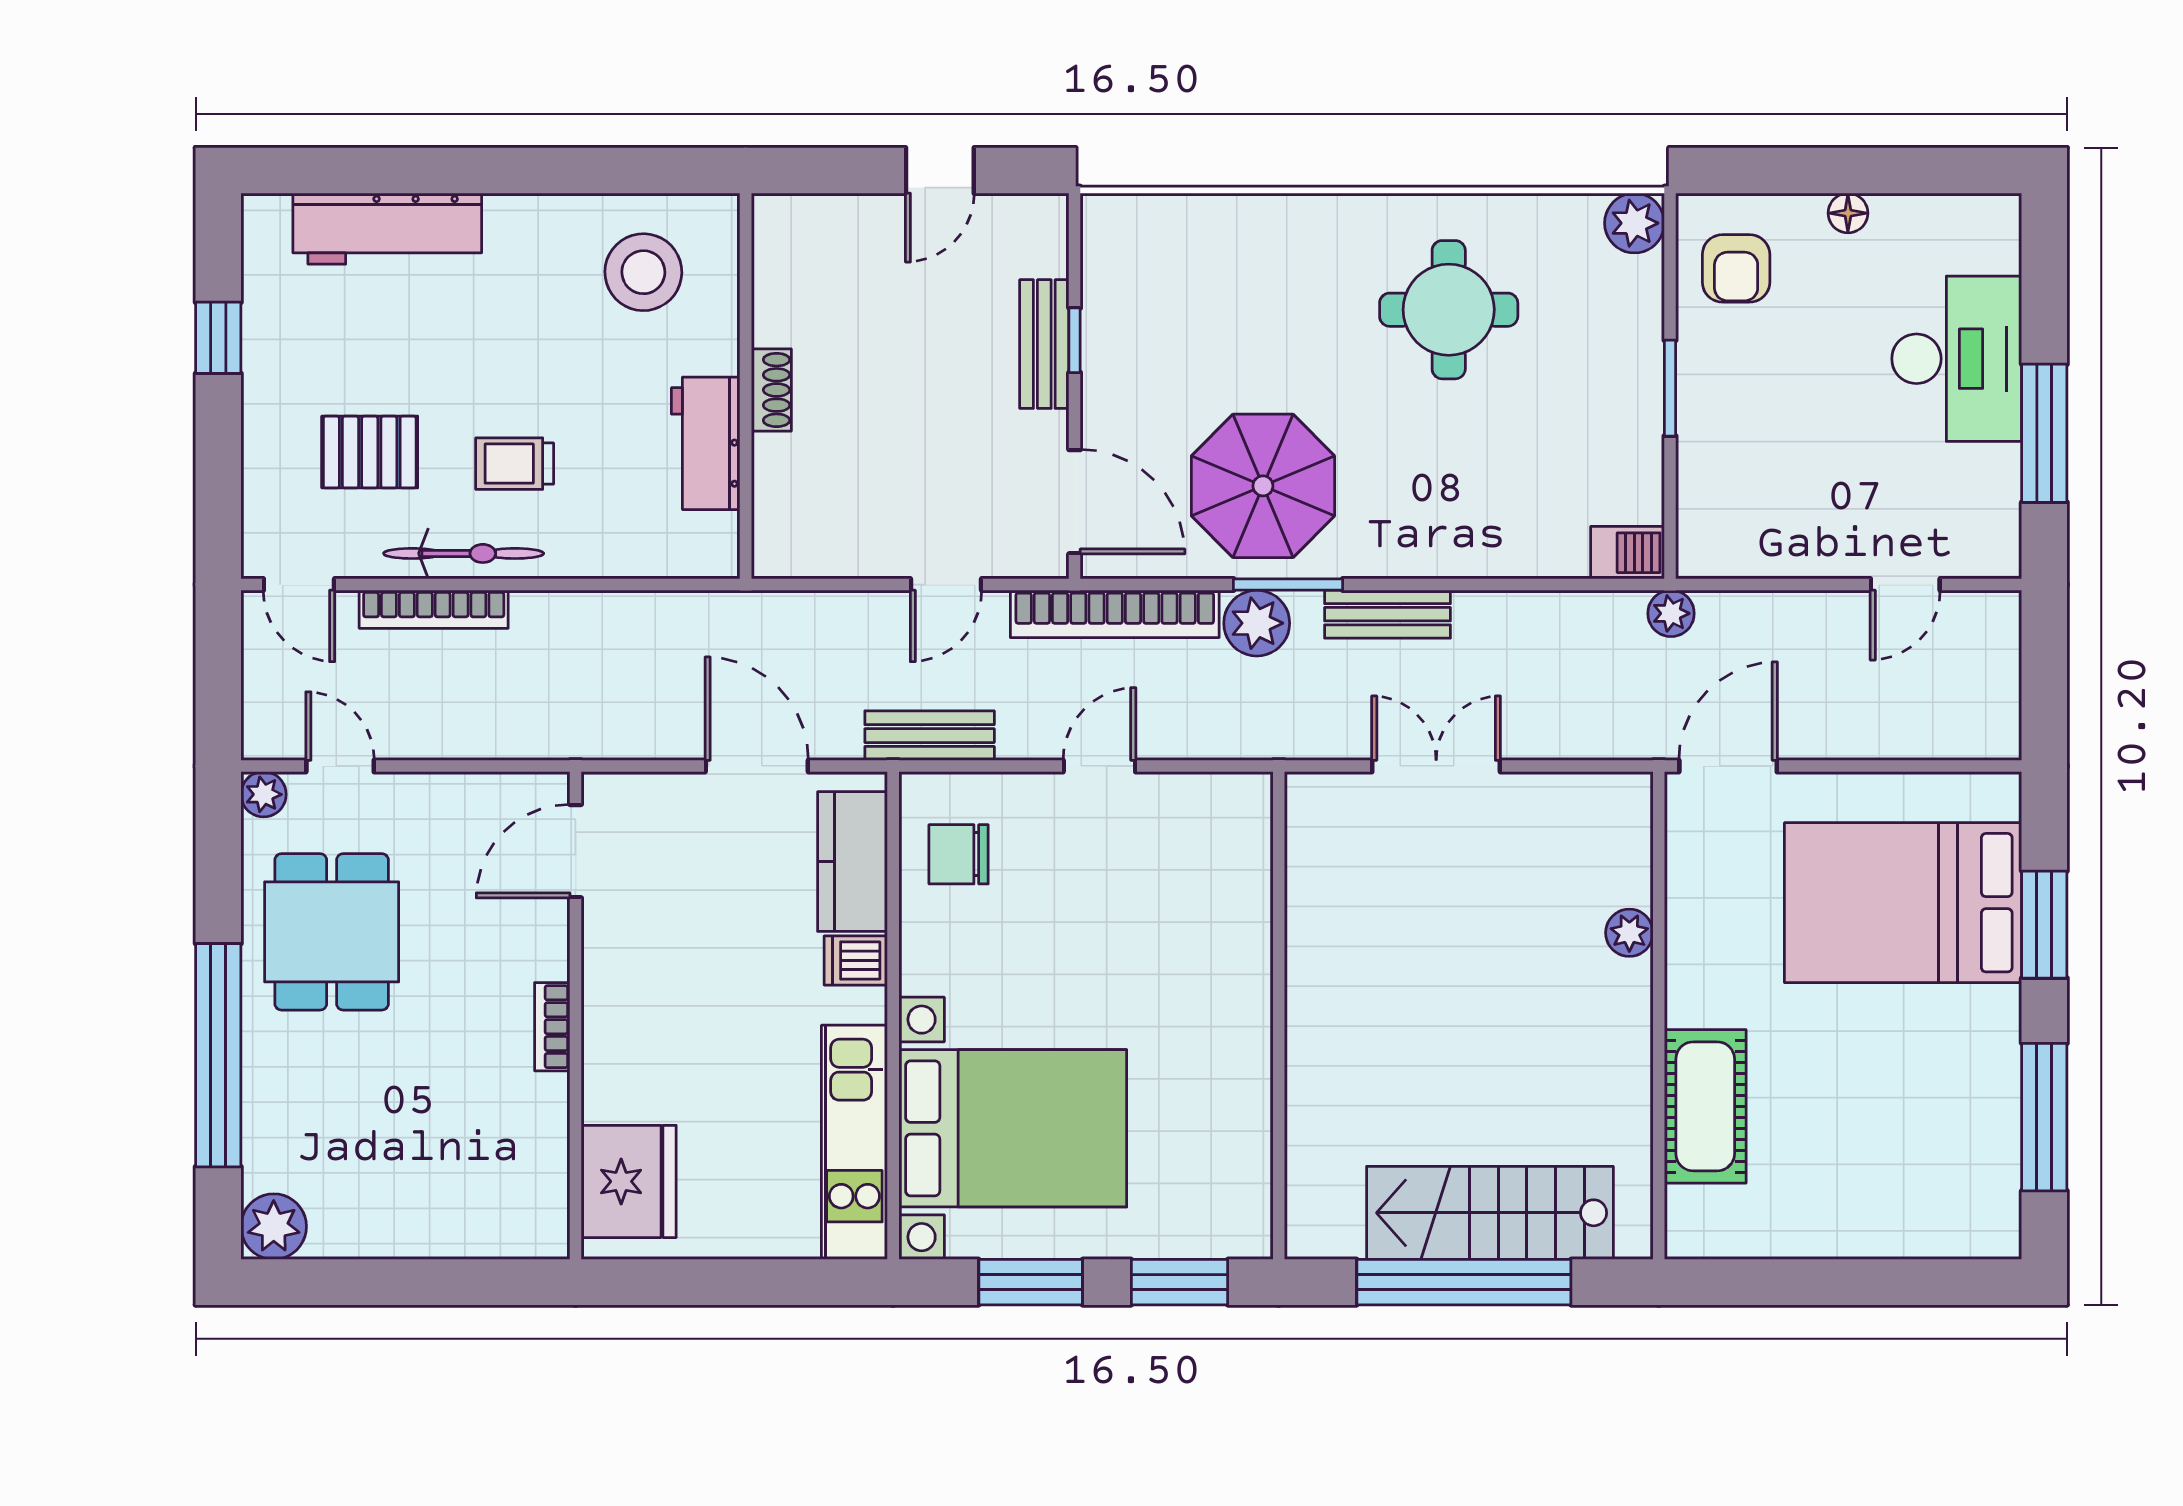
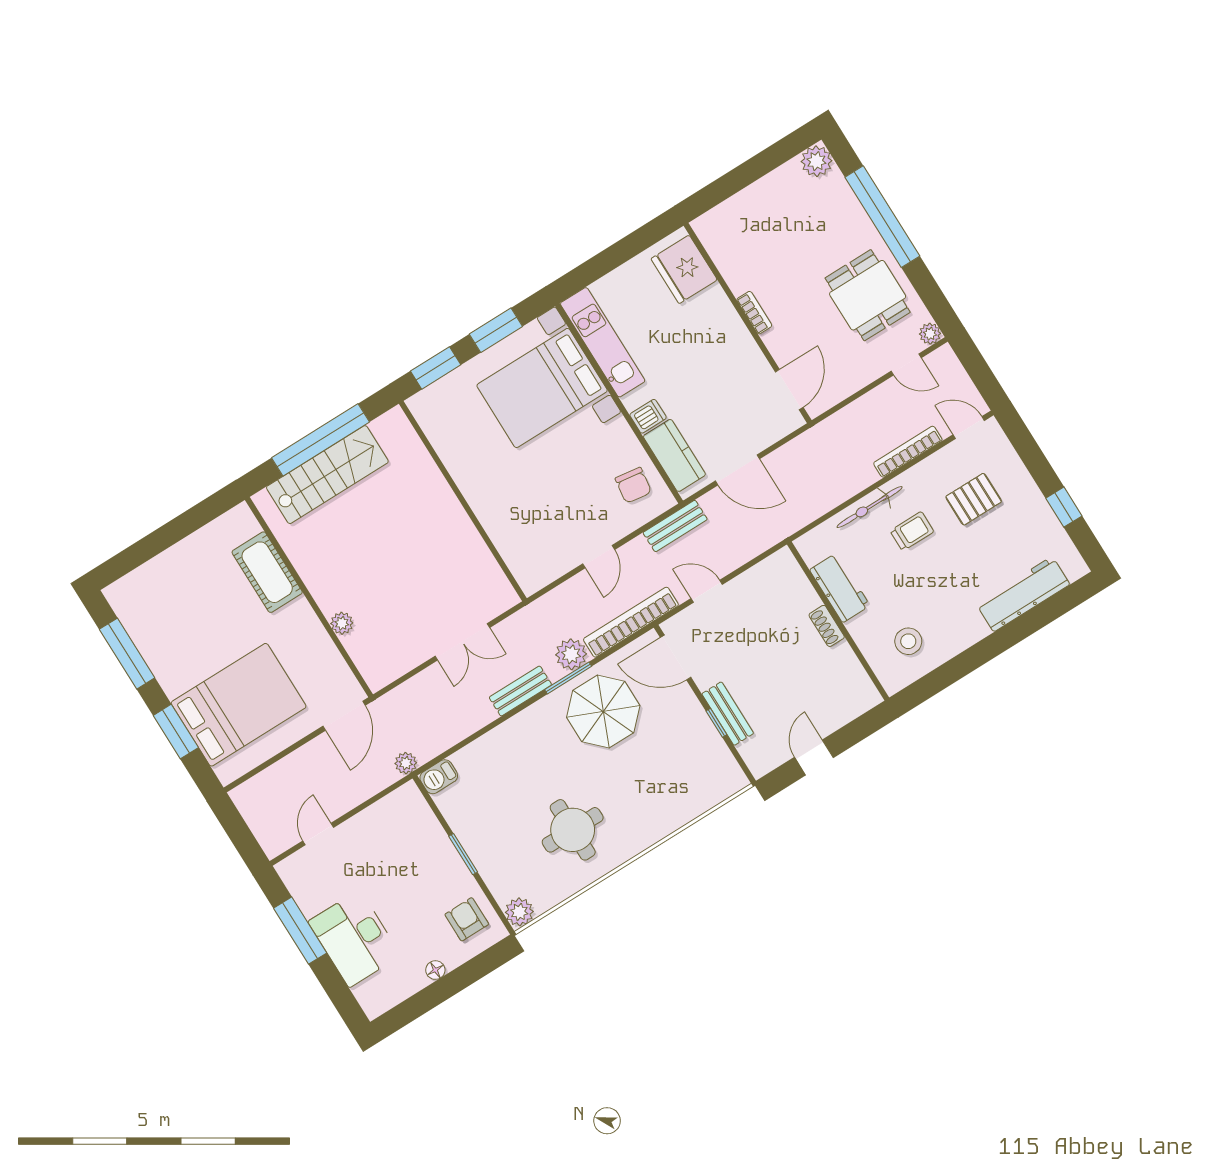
stool: (643, 272) -> (908, 641), width x0.73, depth x0.73
bicycle: (464, 553) -> (870, 507), moved
door: (946, 585) -> (707, 591), hinge flipped
chair: (959, 854) -> (633, 485), turned 98

